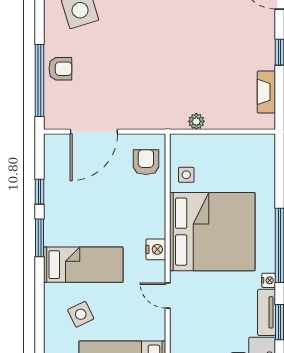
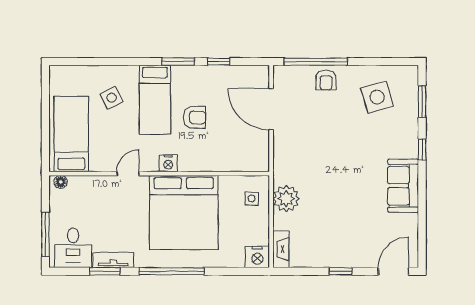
fireplace: (266, 92) -> (281, 249), moved, turned 90
plant: (196, 121) -> (286, 199), width x1.88, depth x1.88
armchair: (146, 162) -> (194, 117), moved
side table: (186, 175) -> (252, 199), moved
nightstand: (269, 280) -> (257, 257), moved, width x1.89, depth x1.79

